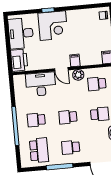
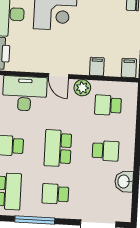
filing cabinet: (75, 60) -> (97, 67), moved
school desk: (68, 117) -> (58, 148), width x1.85

